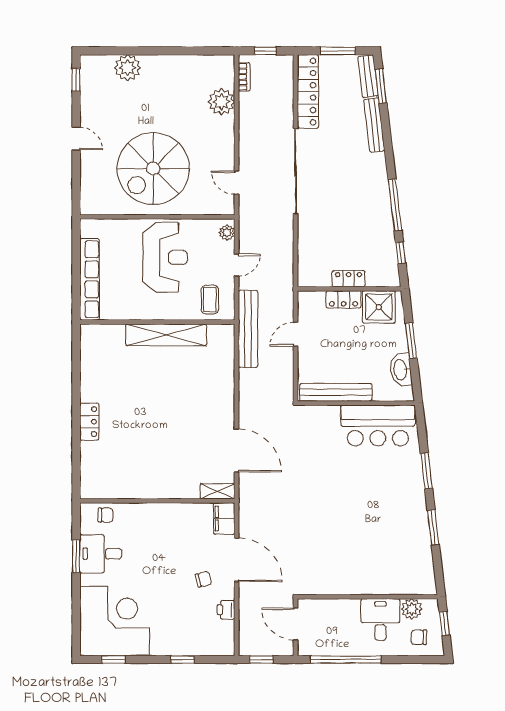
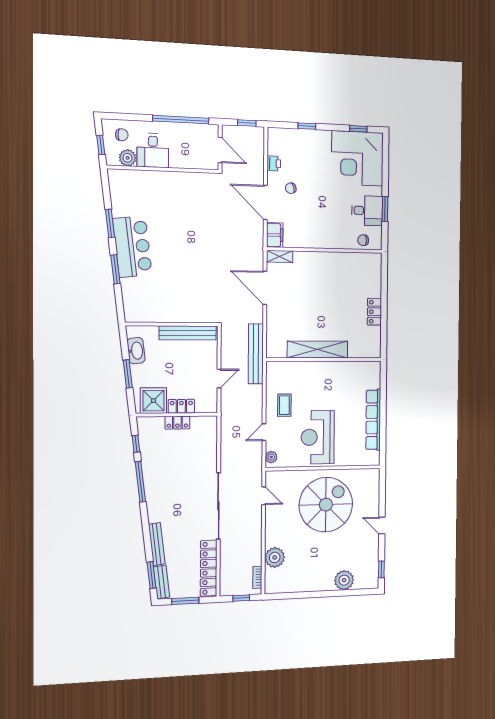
wall: (157, 322) -> (324, 359), moved
bench: (248, 329) -> (256, 354), moved
shelving: (166, 335) -> (318, 350), moved
bar counter: (378, 425) -> (132, 247), moved, turned 83

